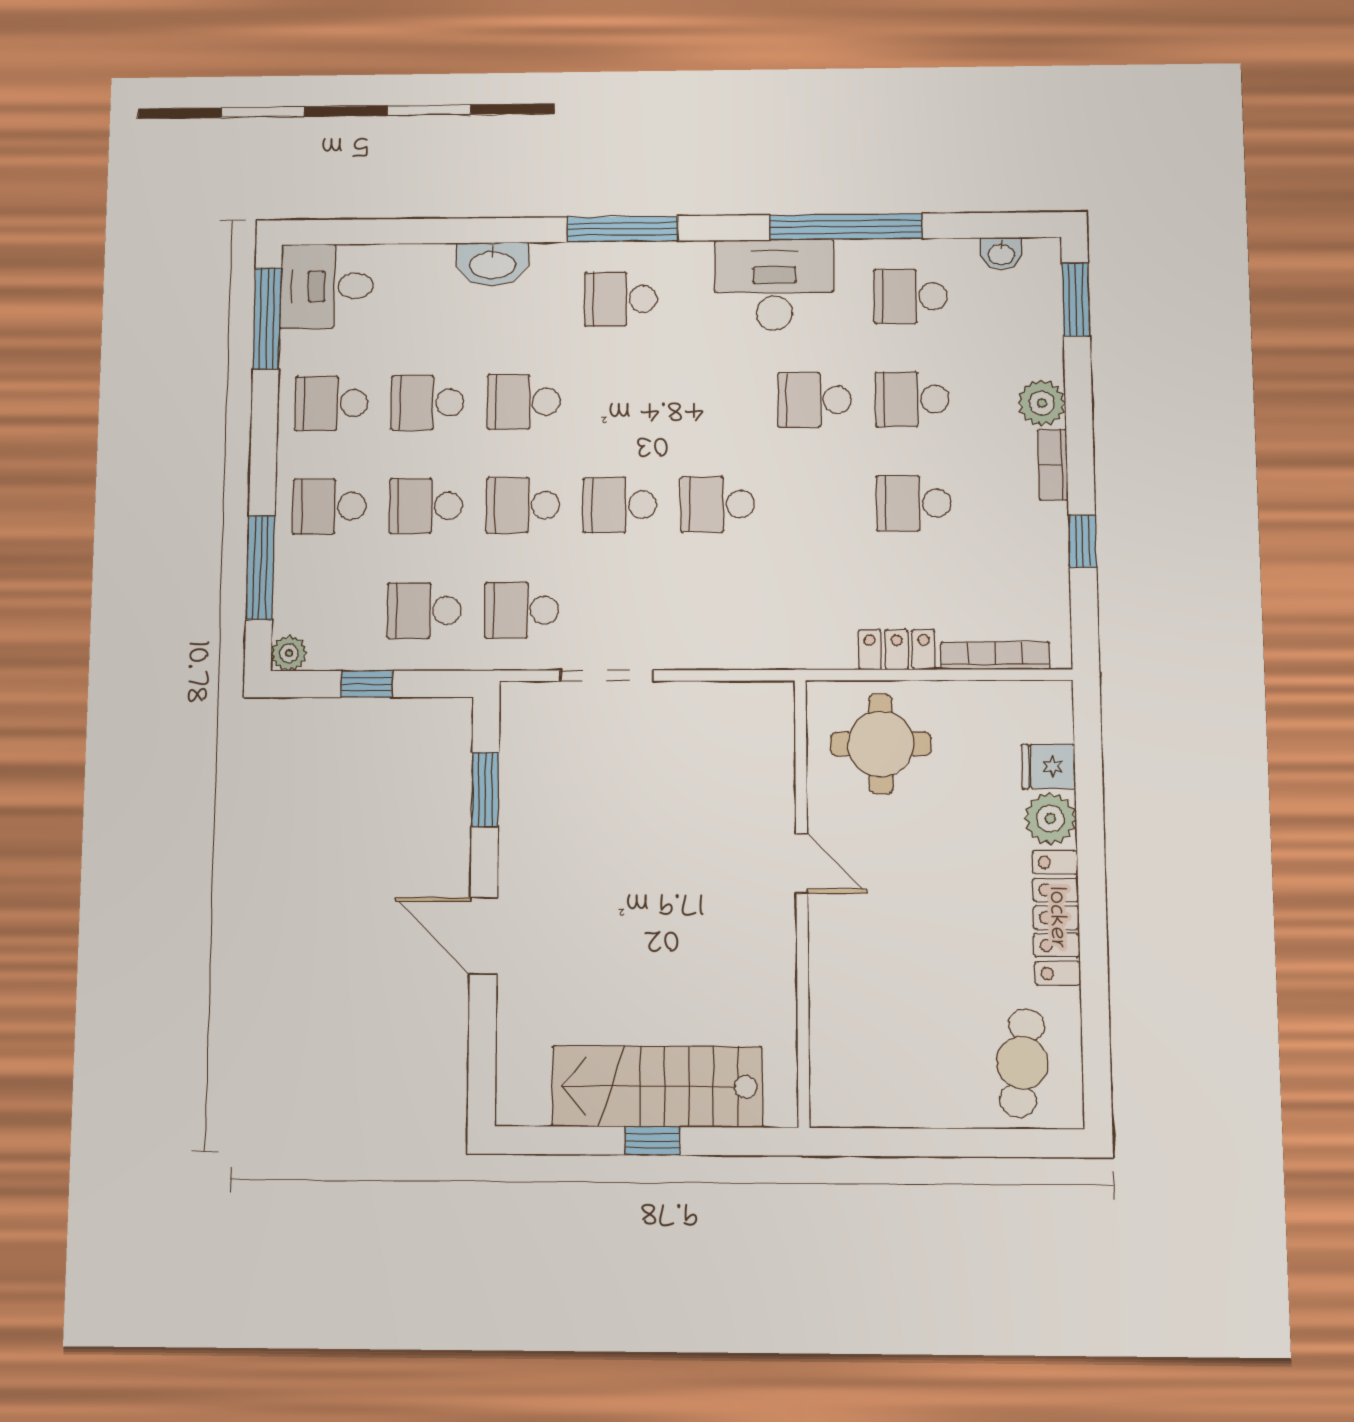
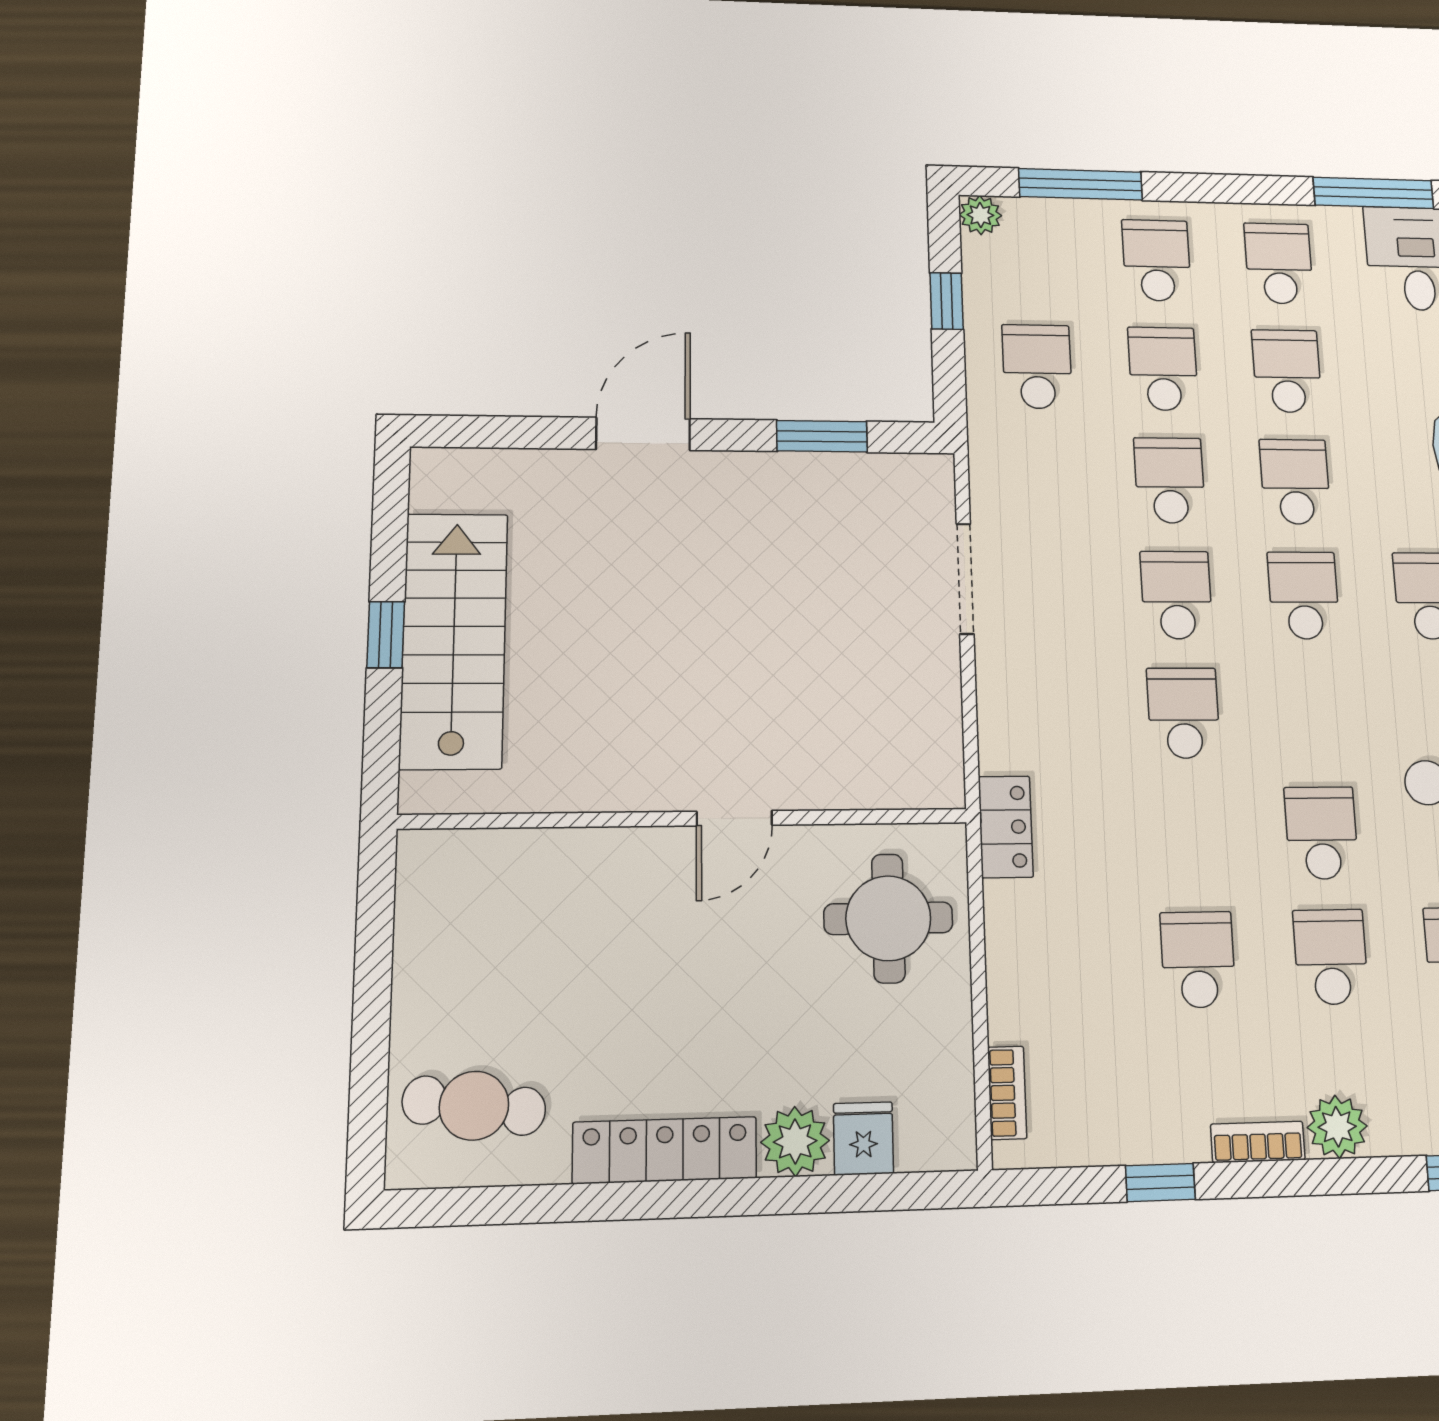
school desk: (522, 610) -> (1304, 595), moved
locker: (897, 649) -> (1006, 827), moved
bookcase: (995, 656) -> (1007, 1093), width x0.64

